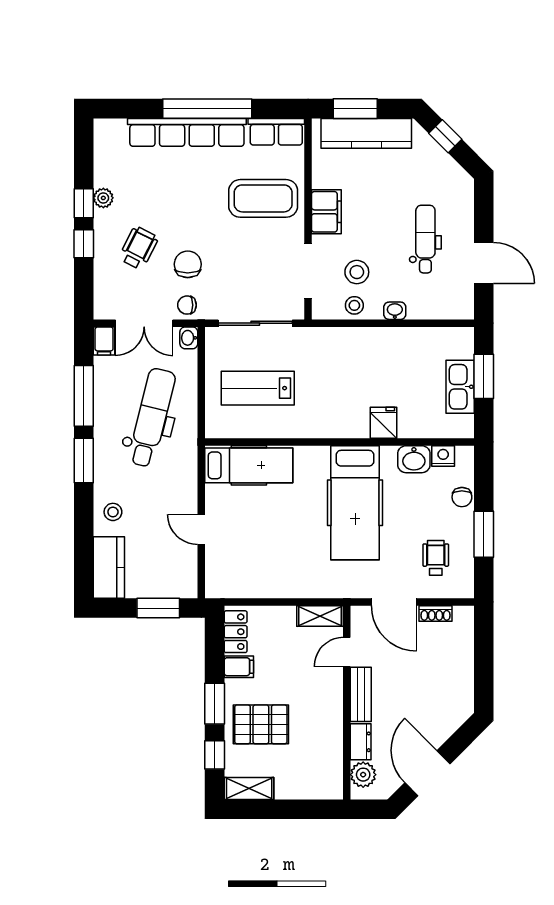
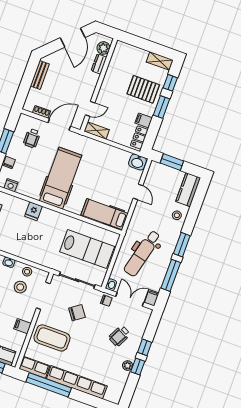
window: (207, 109) -> (49, 385), moved
filing cabinet: (326, 212) -> (22, 326), width x0.50
chair: (188, 264) -> (77, 313), moved, turned -126
lab bench: (258, 388) -> (87, 249), width x1.36, depth x1.39
washbasin: (414, 459) -> (137, 162), moved, turned 180
door: (394, 602) -> (59, 124), hinge flipped
bench: (361, 694) -> (40, 75), moved

